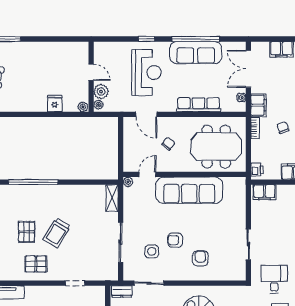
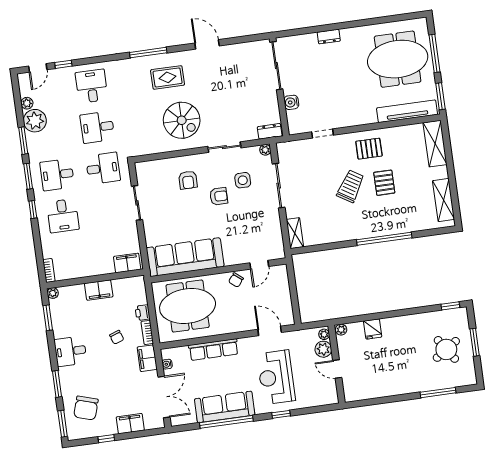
chair: (168, 144) -> (236, 280), moved
printer: (257, 170) -> (143, 313), moved
plant: (128, 182) -> (265, 150), moved
sofa: (189, 190) -> (185, 257), moved
desk: (274, 279) -> (103, 168), turned -90
sliding door: (149, 283) -> (224, 147), moved

